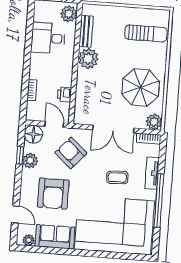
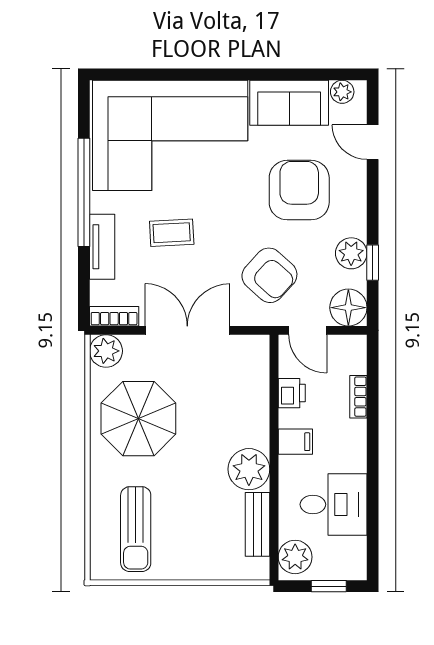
sun lounger: (146, 33) -> (136, 529), turned -90
filing cabinet: (64, 70) -> (295, 442), added

